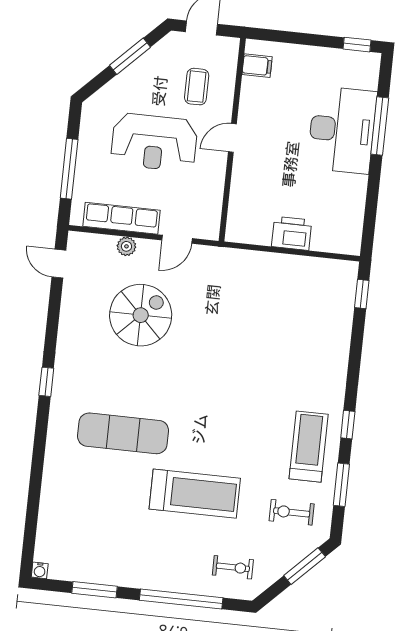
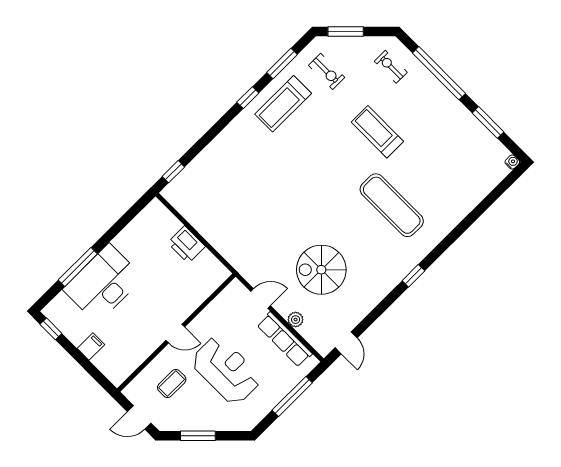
filing cabinet: (257, 66) -> (91, 347), moved, turned 90
treadmill: (195, 494) -> (377, 132), width x0.73, depth x0.73

